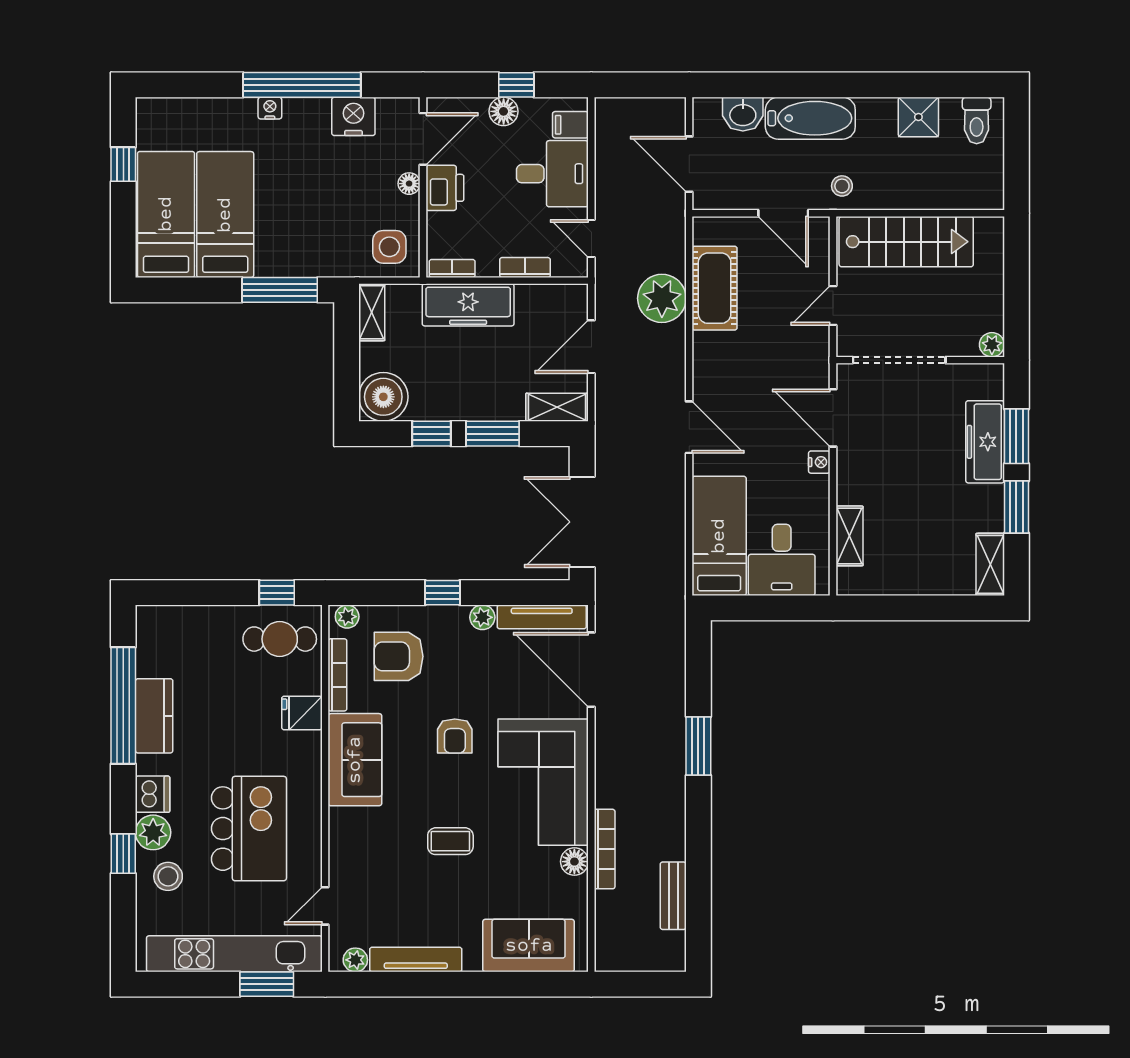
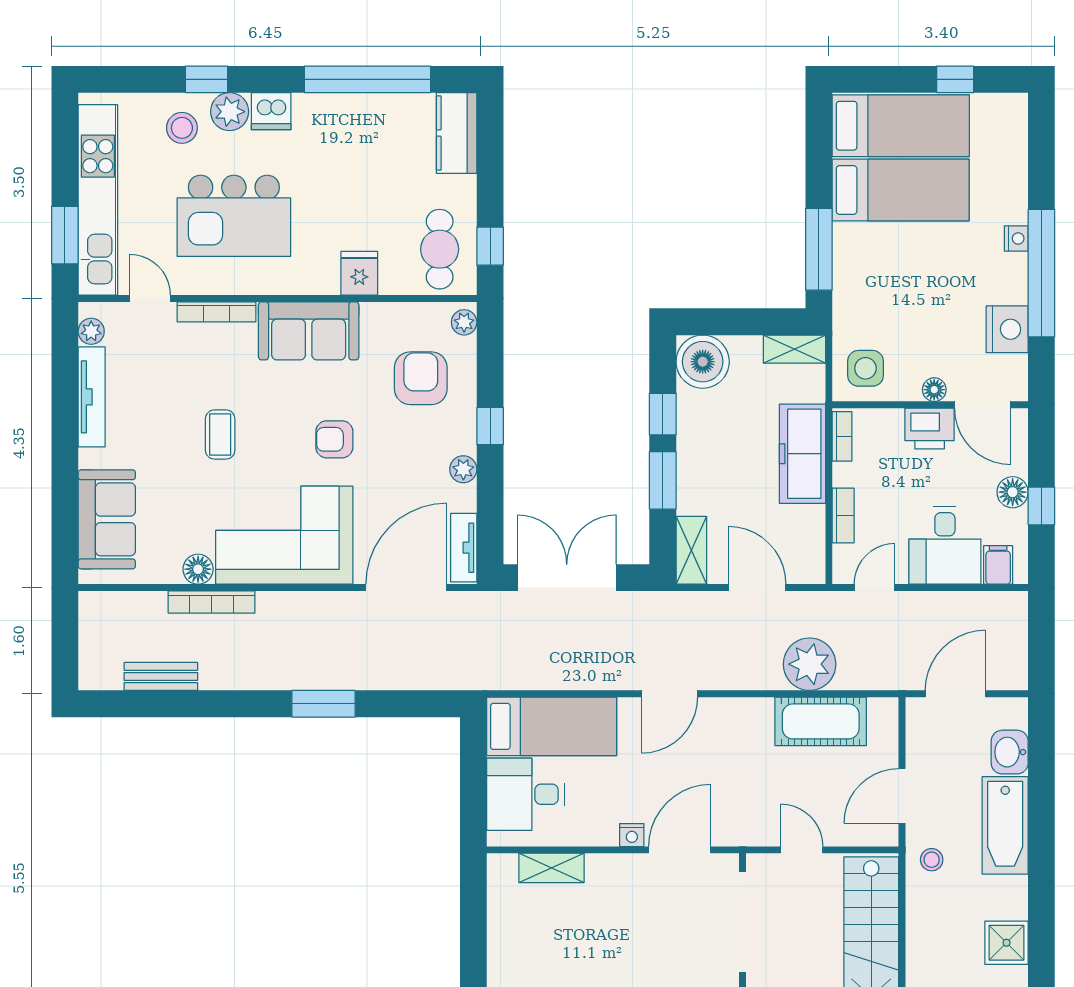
tv unit: (542, 617) -> (464, 548), width x0.71
bookcase: (337, 675) -> (217, 312), moved
kitchen counter: (154, 716) -> (457, 133), moved, turned 90

